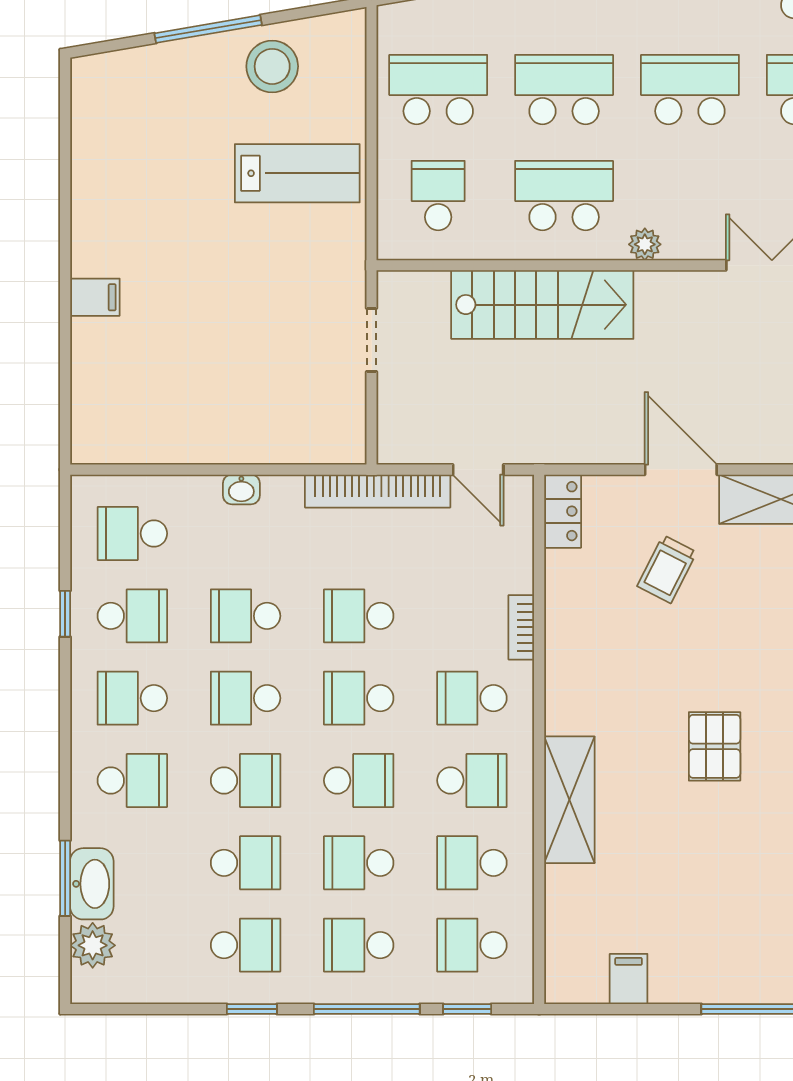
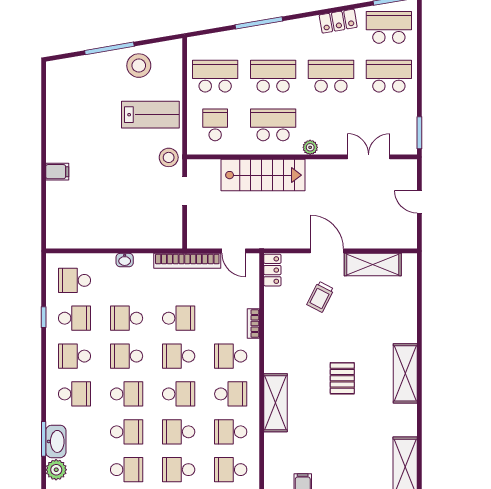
stool: (337, 266) -> (169, 157), added
school desk: (359, 616) -> (179, 318), turned 180

